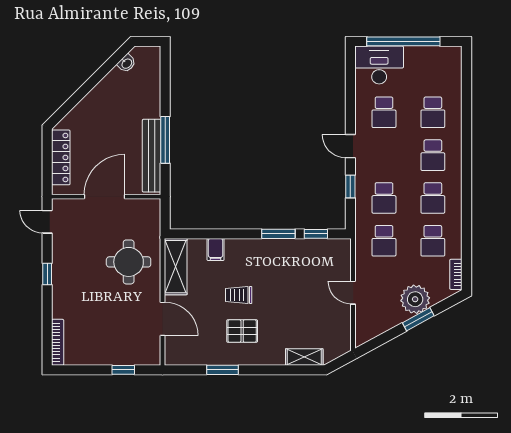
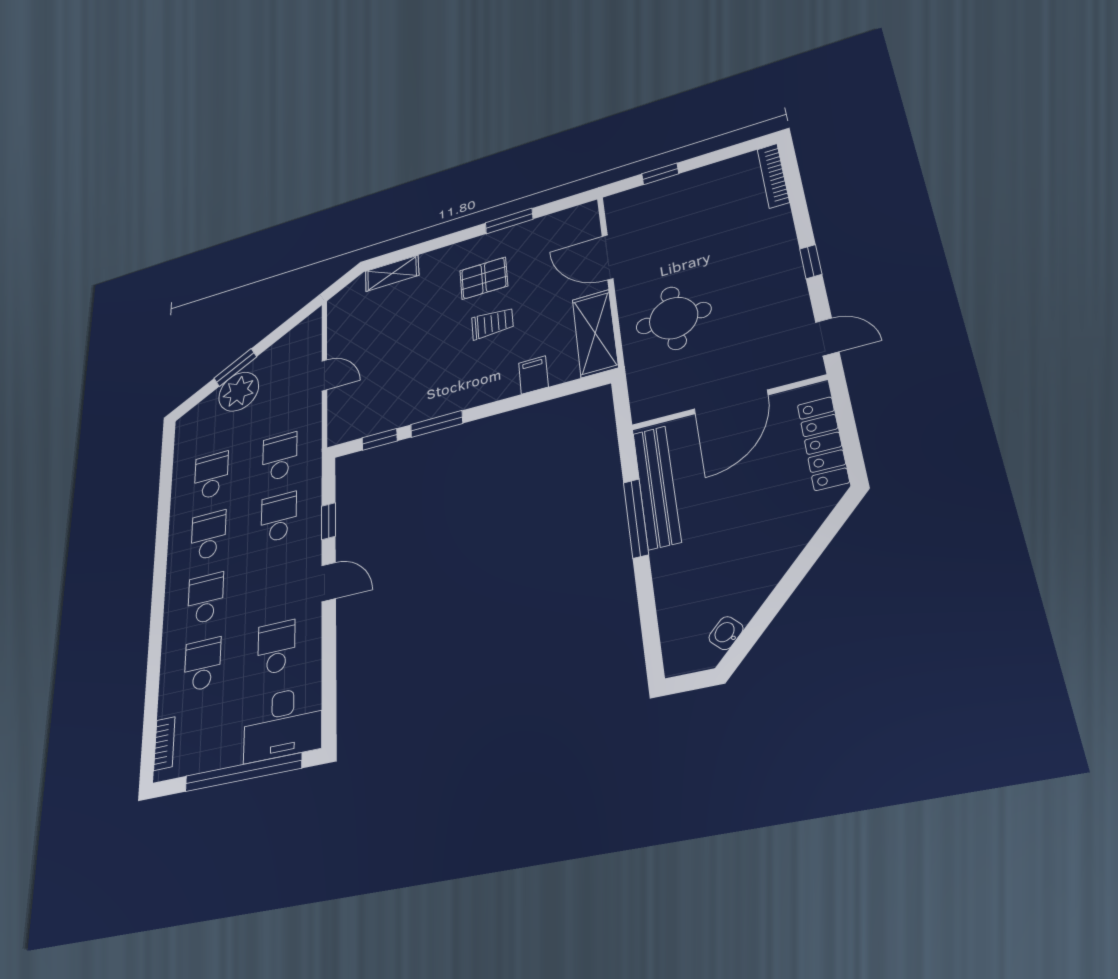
bookcase: (456, 274) -> (164, 743), moved

